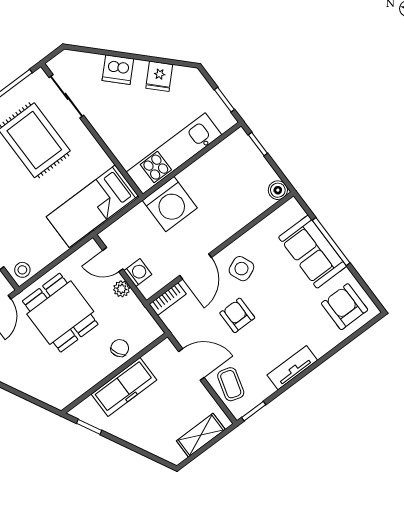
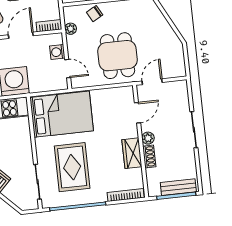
bed: (92, 206) -> (62, 114), width x1.50
stool: (22, 270) -> (125, 94), removed
plant: (122, 289) -> (71, 29), moved

